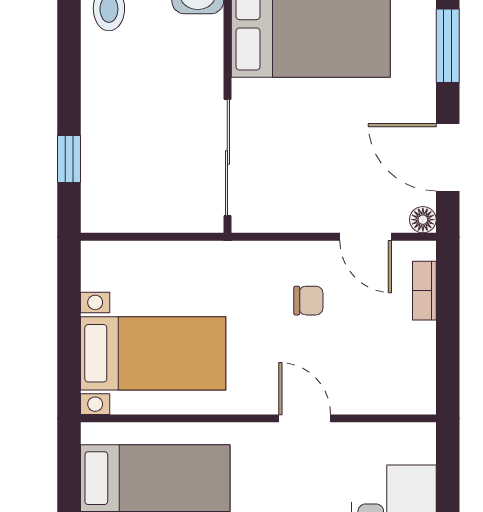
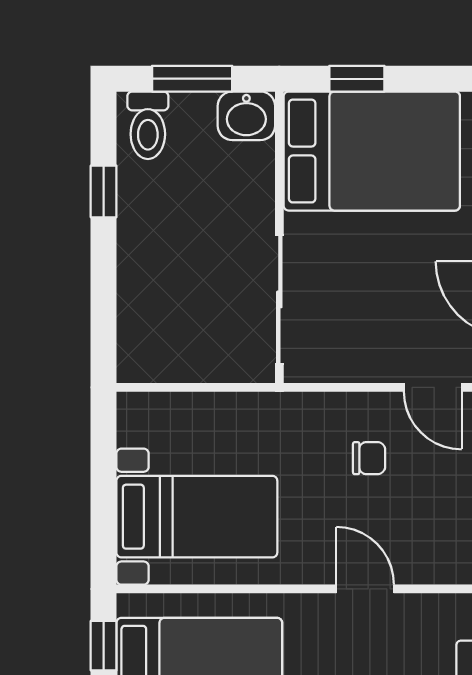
window: (69, 159) -> (104, 191), moved
window: (69, 469) -> (104, 646), added

